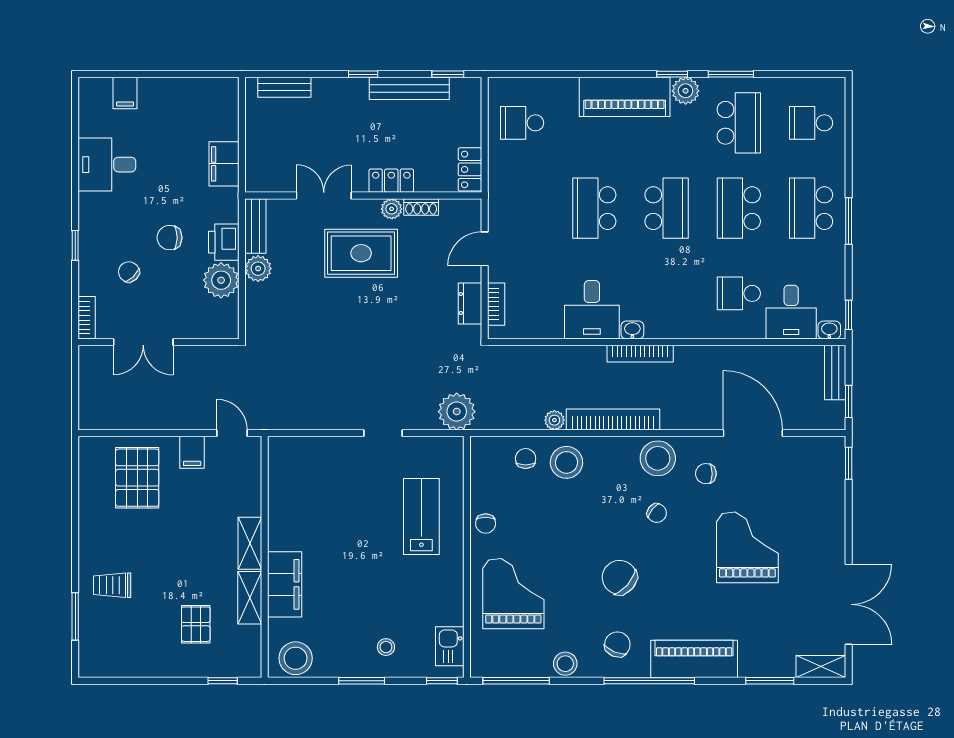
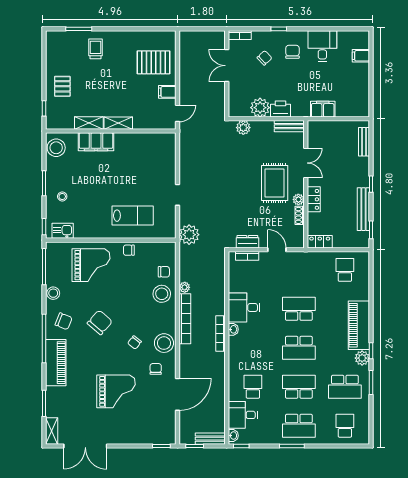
school desk: (811, 208) -> (299, 426), turned 180
chair: (170, 238) -> (292, 52), moved
plant: (258, 269) -> (243, 128), moved
pallet: (196, 624) -> (62, 86), moved, turned 90

